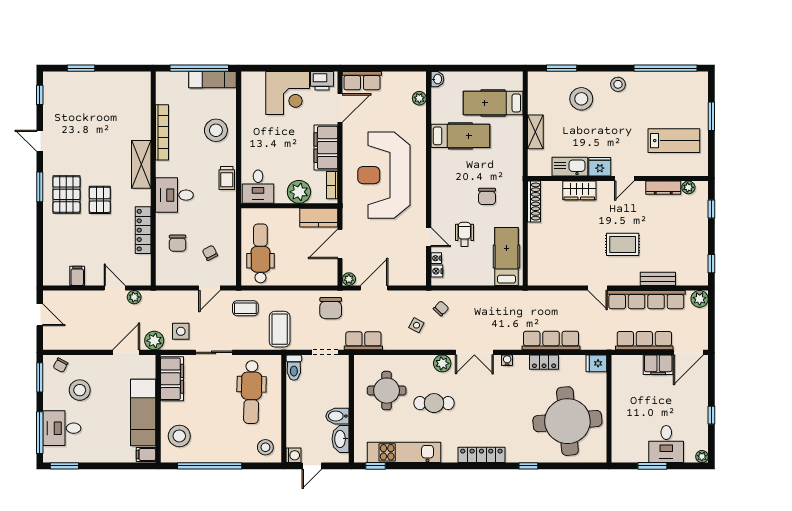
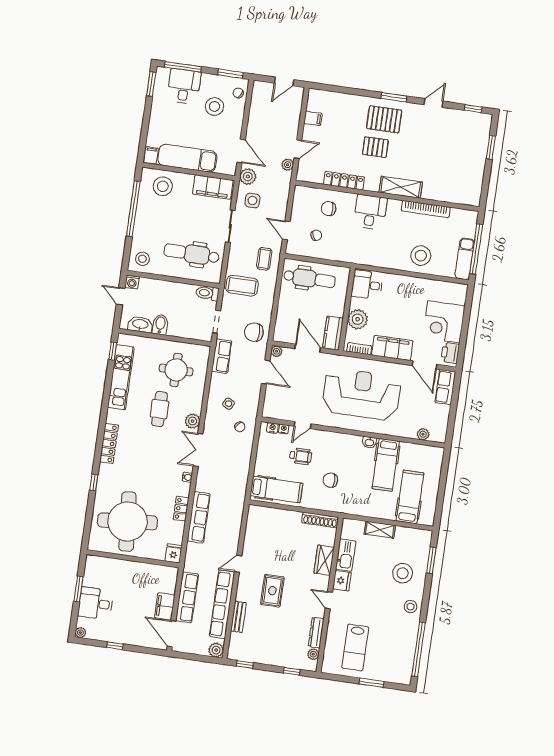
washbasin: (437, 79) -> (369, 442), moved
trolley: (227, 178) -> (378, 259), removed

